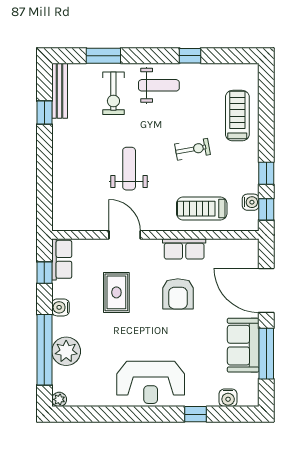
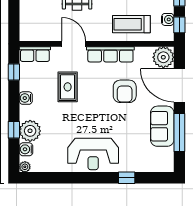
row of seats: (184, 249) -> (110, 54), width x1.48
plant: (245, 253) -> (163, 57), added
row of seats: (62, 259) -> (35, 54), moved, turned 90
armchair: (178, 294) -> (125, 91), moved
window: (44, 350) -> (14, 130), width x0.32
water cooler: (228, 398) -> (26, 149), moved, turned 90

